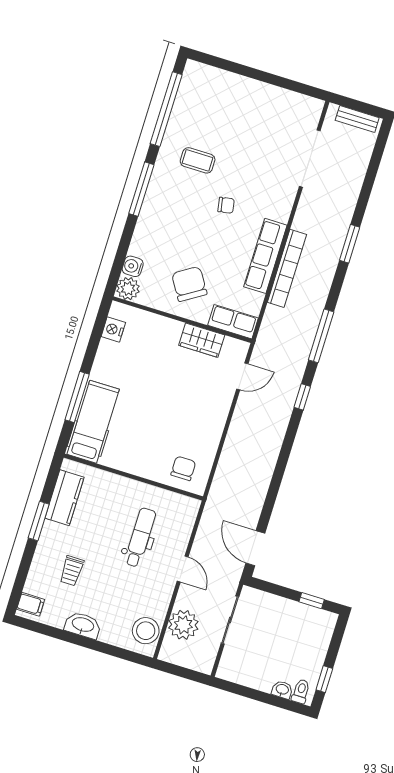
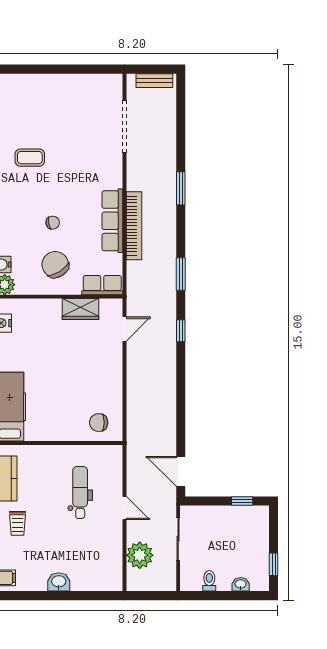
chair: (226, 205) -> (53, 223), moved
window: (321, 336) -> (181, 274), width x0.69
chair: (183, 468) -> (99, 423), turned -90
trolley: (72, 571) -> (18, 523), moved
washbasin: (83, 625) -> (59, 582), width x0.72
stool: (146, 631) -> (109, 570), removed
toilet: (301, 691) -> (209, 581), moved

